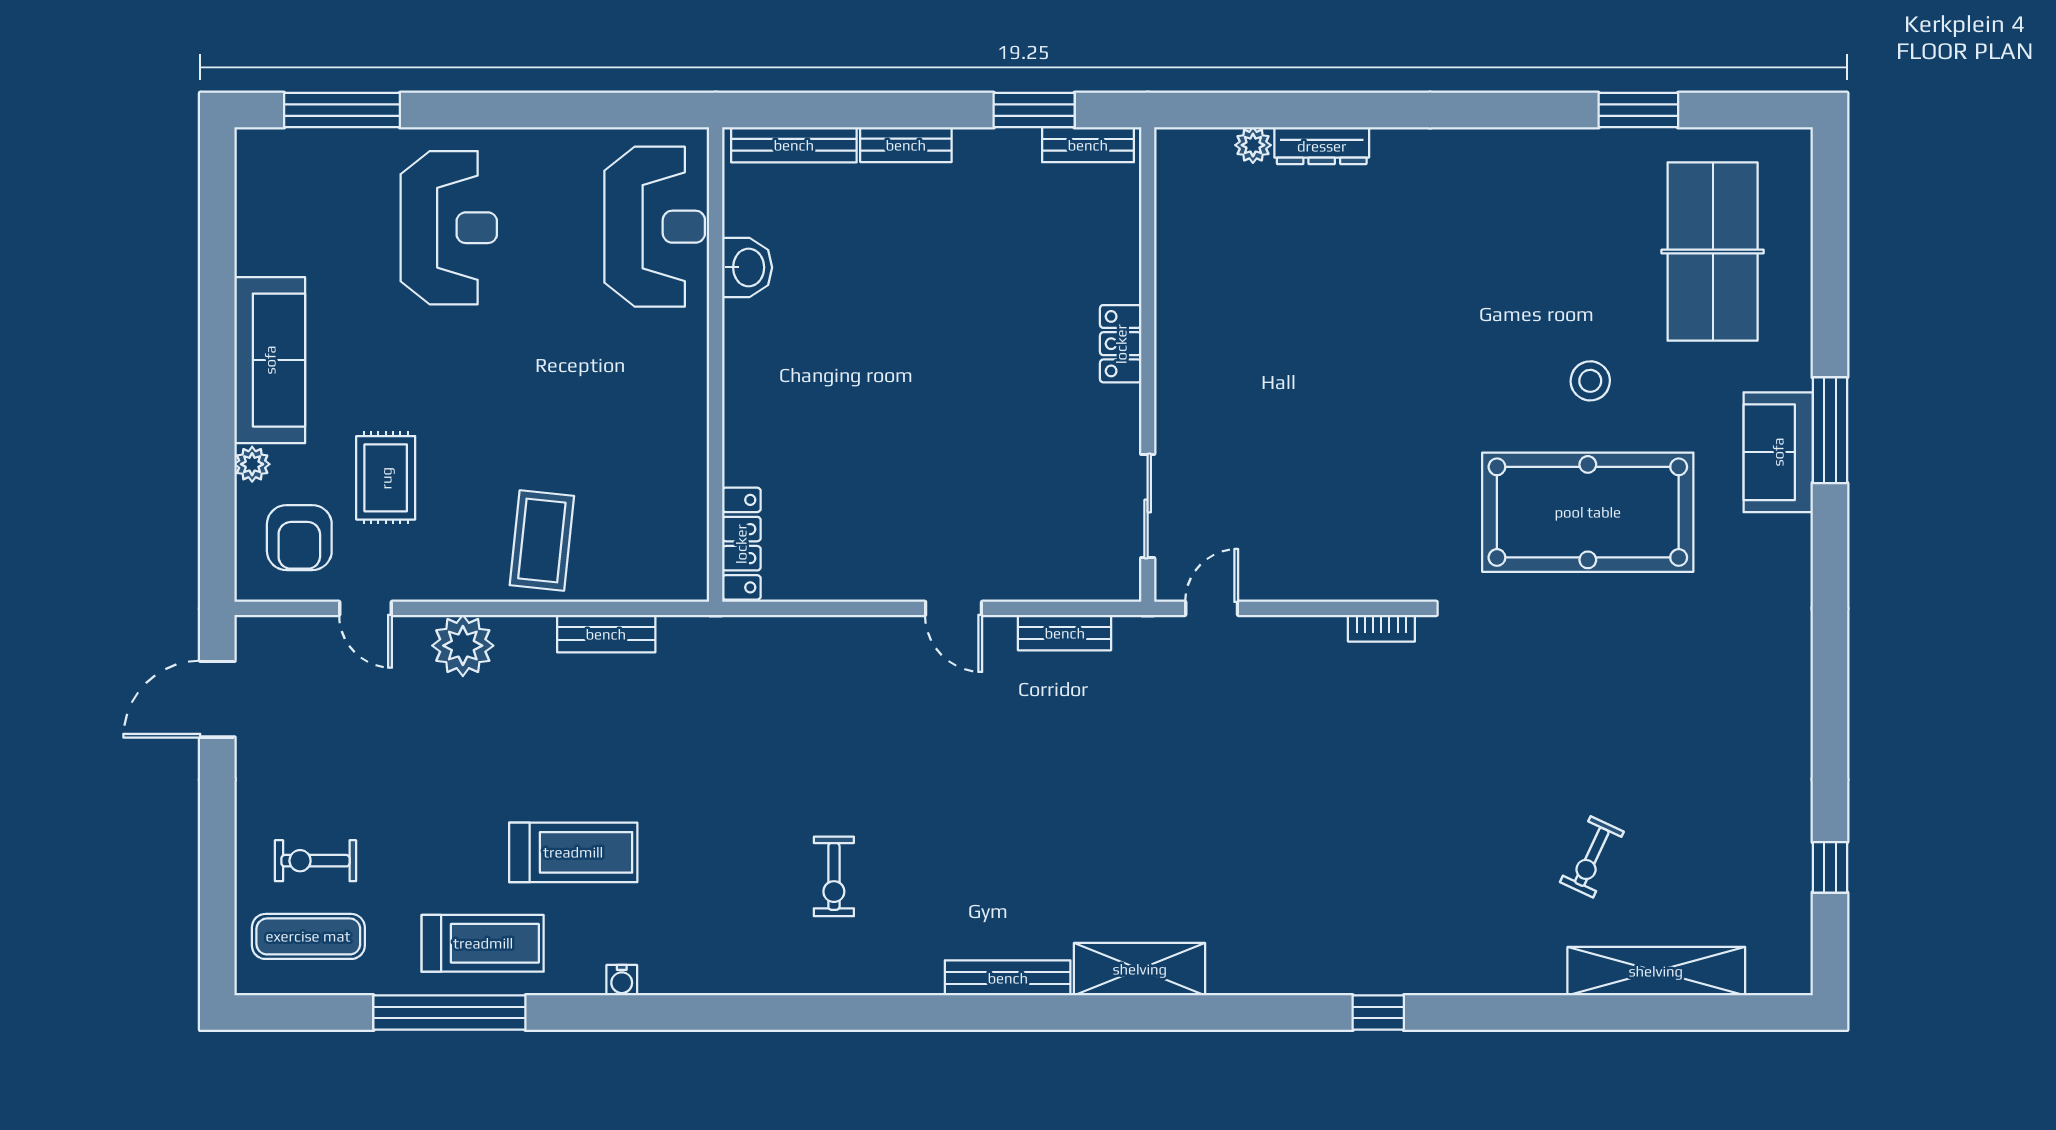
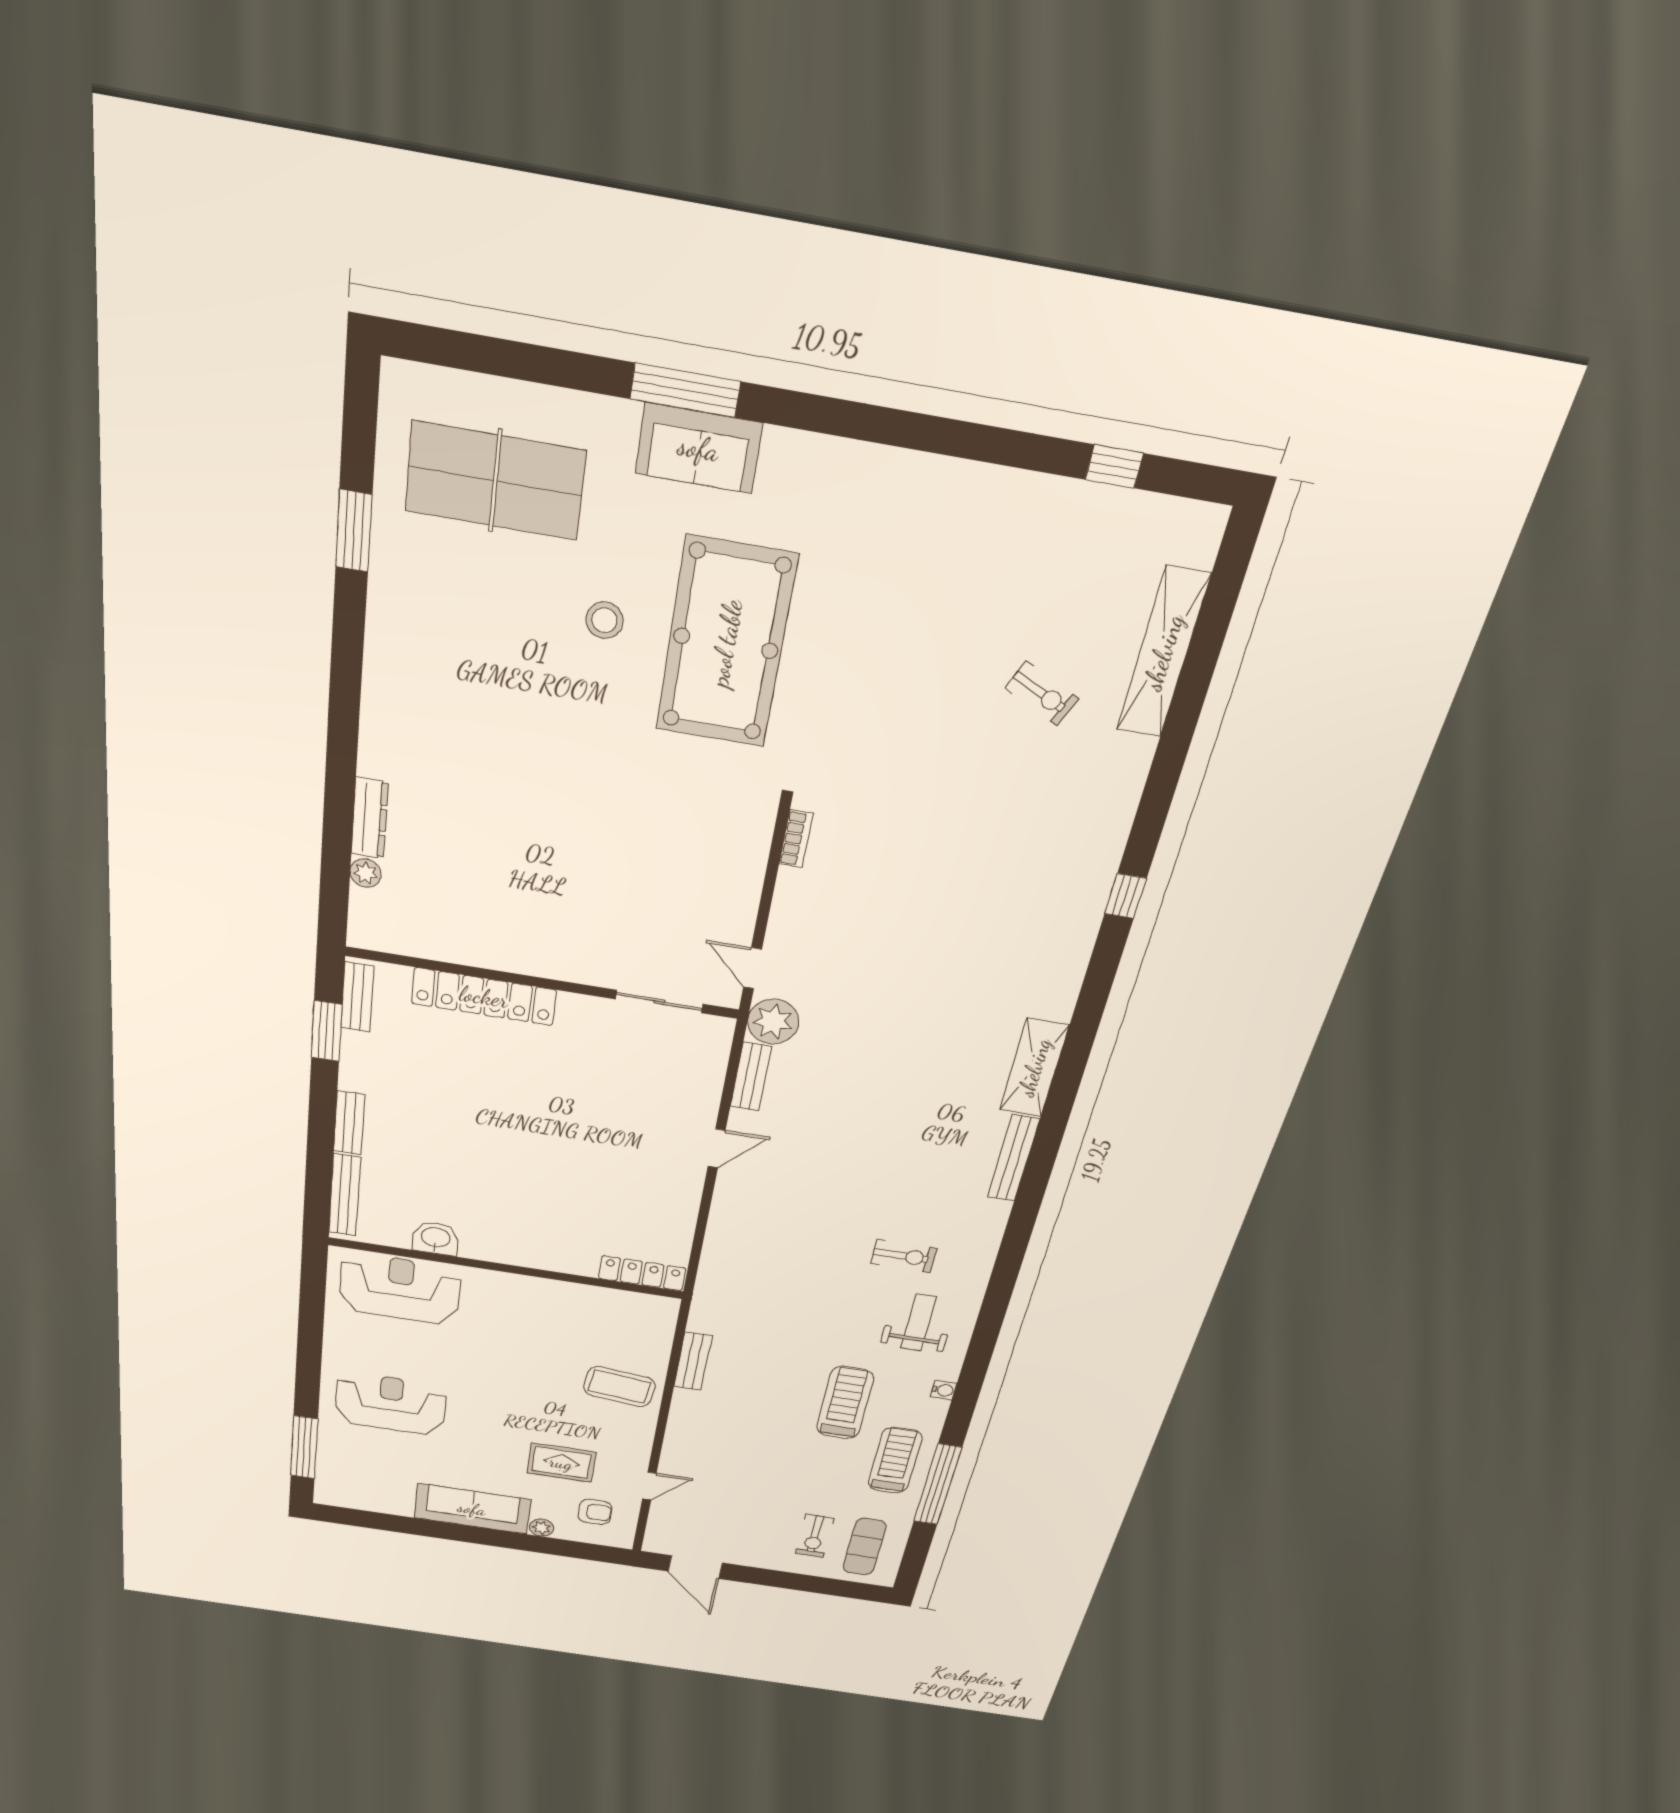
locker: (1121, 344) -> (484, 997), width x2.16, depth x1.21
armchair: (299, 538) -> (595, 1512), width x0.72, depth x0.72
plant: (463, 646) -> (773, 1022), moved
weight bench: (730, 920) -> (919, 1322), added

